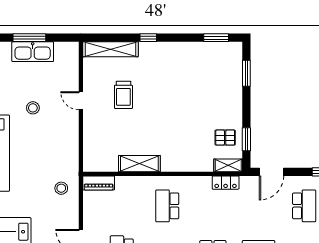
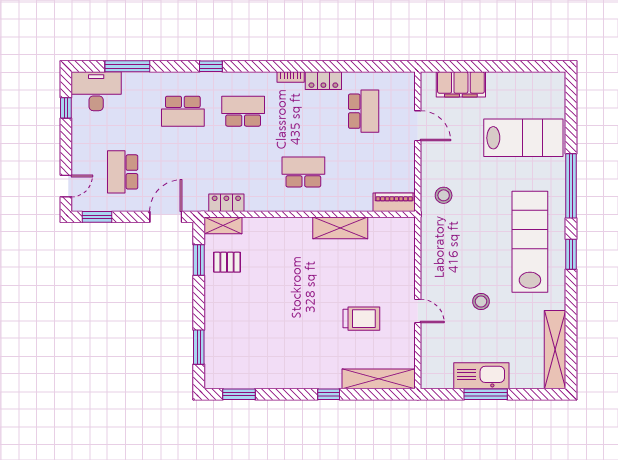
trolley: (123, 95) -> (361, 319), turned 90
school desk: (167, 206) -> (303, 172), turned -90

